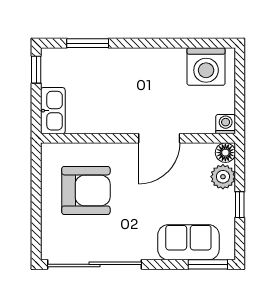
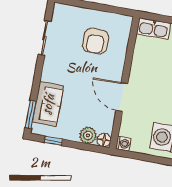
armchair: (86, 190) -> (96, 41), width x0.73, depth x0.73
window: (240, 205) -> (53, 141), moved
sliding door: (95, 264) -> (45, 38), width x0.54

